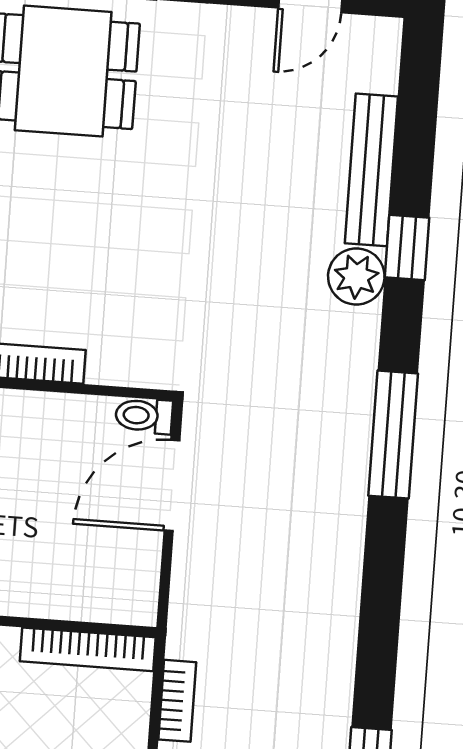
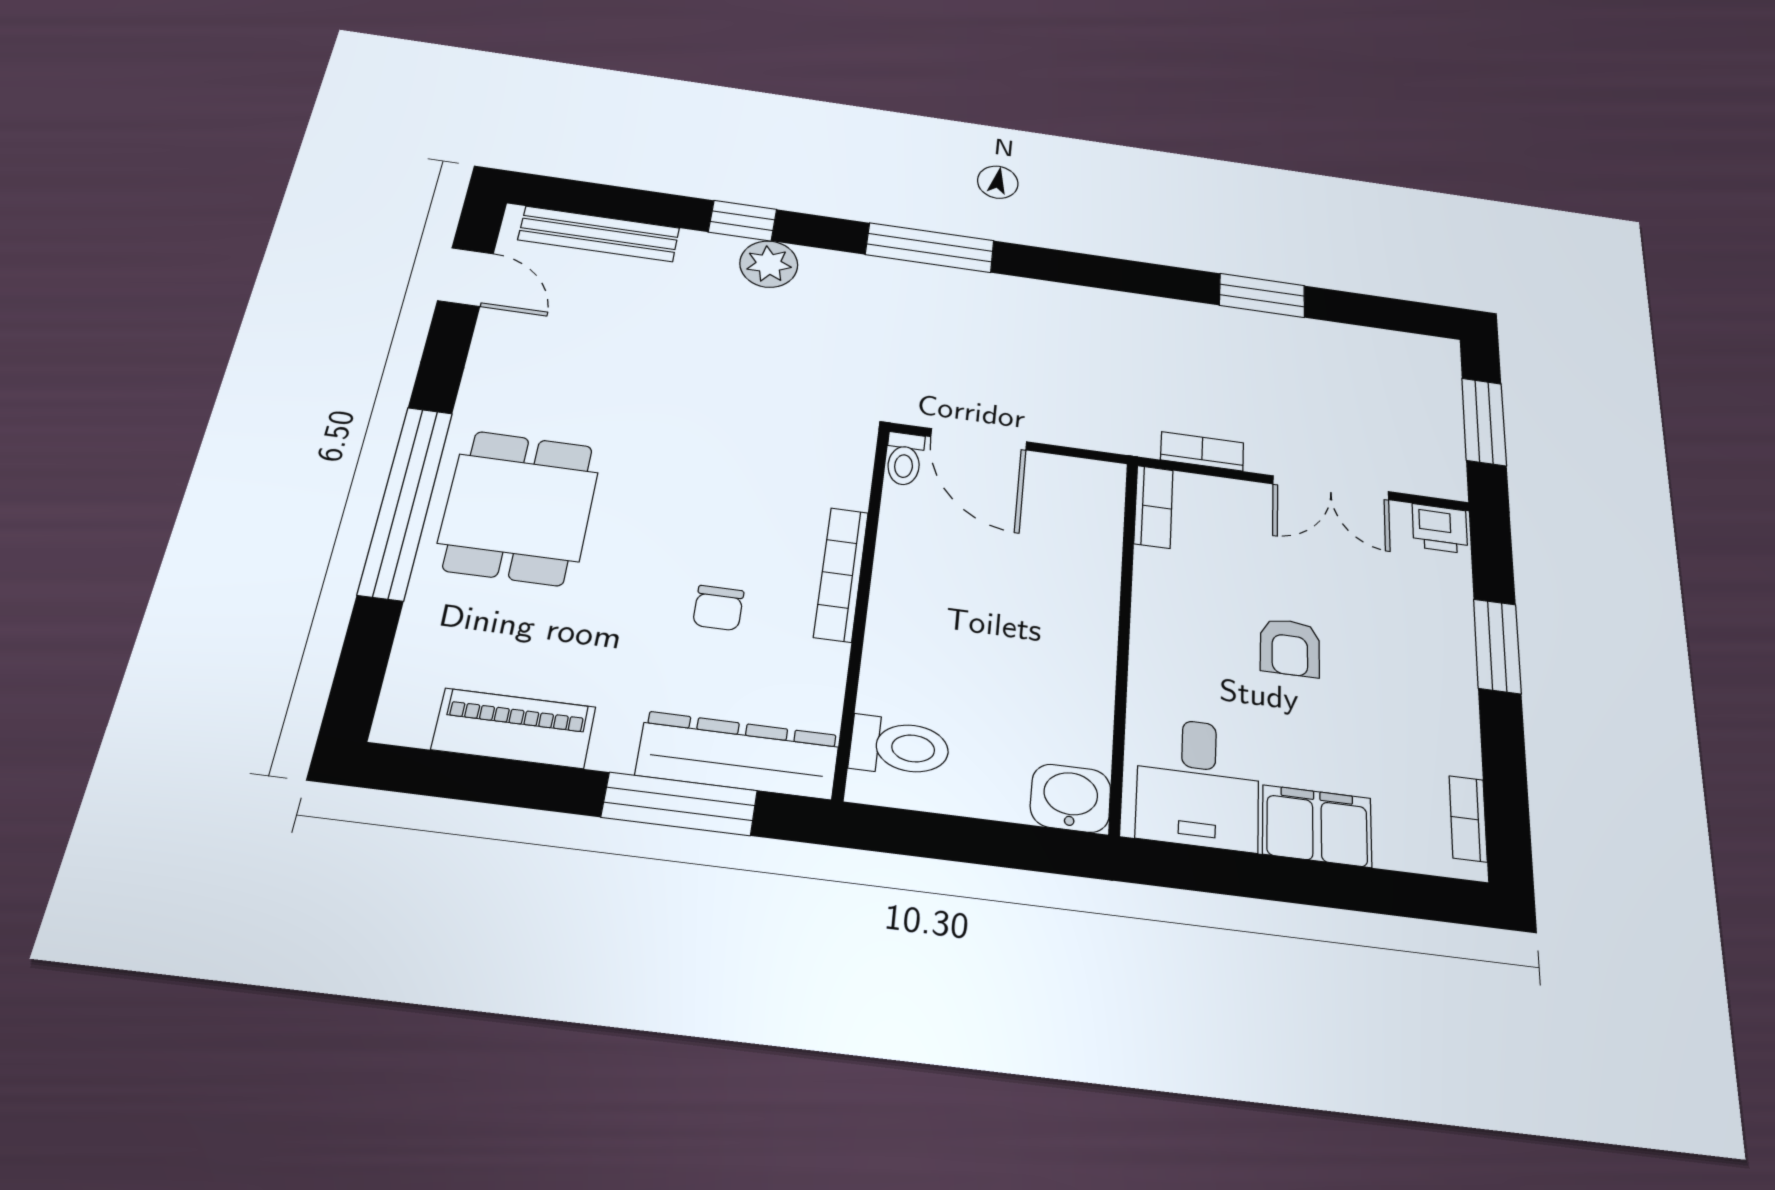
bench: (371, 170) -> (599, 234), moved
bookcase: (88, 649) -> (1154, 507), width x0.64

